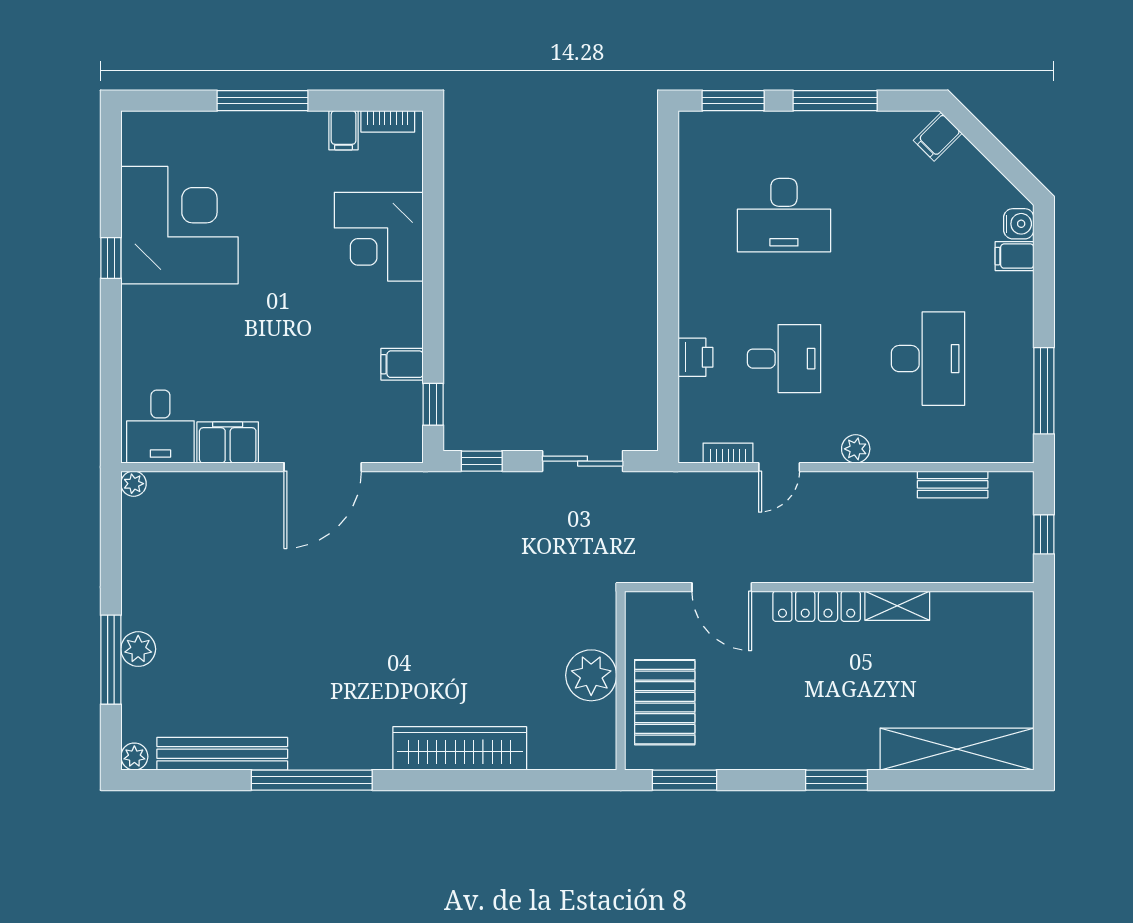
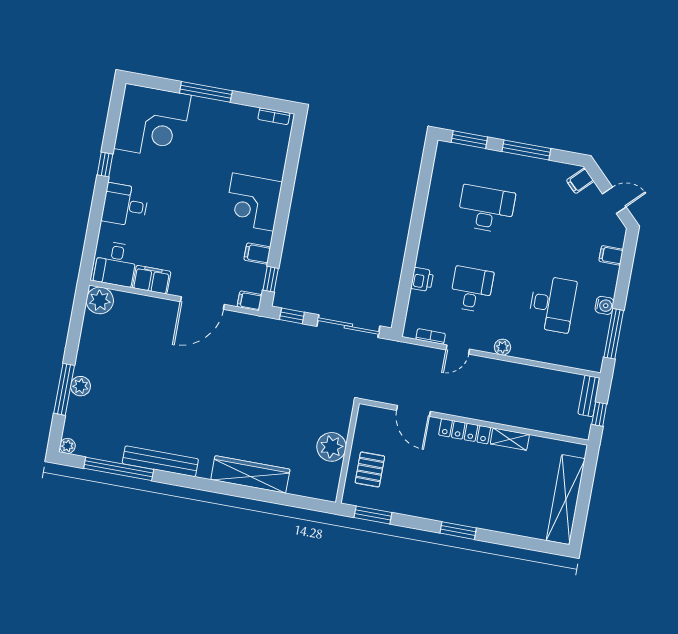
filing cabinet: (344, 130) -> (250, 301), moved, turned 90
door: (1003, 160) -> (614, 200), added
desk: (784, 215) -> (486, 209), turned 180
water cooler: (1019, 224) -> (604, 305), moved
corner desk: (180, 225) -> (152, 122), moved, turned 90
corner desk: (379, 237) -> (253, 202), moved
desk: (158, 322) -> (125, 205), added
desk: (784, 359) -> (472, 289), turned -90
sliding door: (583, 461) -> (348, 326), width x1.37
plant: (134, 484) -> (100, 300), width x1.87, depth x1.87
bench: (953, 484) -> (589, 396), moved, turned 90
pallet: (665, 702) -> (370, 469), width x0.67, depth x0.71
shelving: (957, 749) -> (566, 499), moved, turned 90
bench: (222, 754) -> (160, 461), moved
window: (312, 780) -> (119, 469), moved

